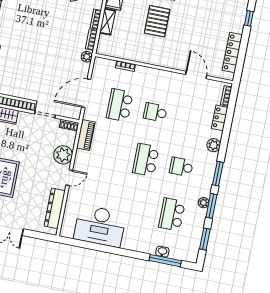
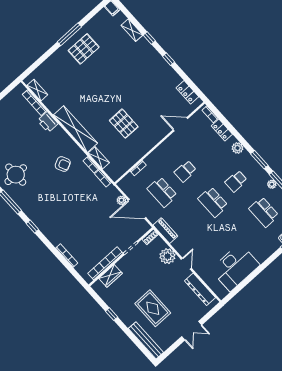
locker: (232, 53) -> (187, 92), width x0.66
plant: (87, 57) -> (121, 200), moved
door: (86, 93) -> (137, 209), hinge flipped

